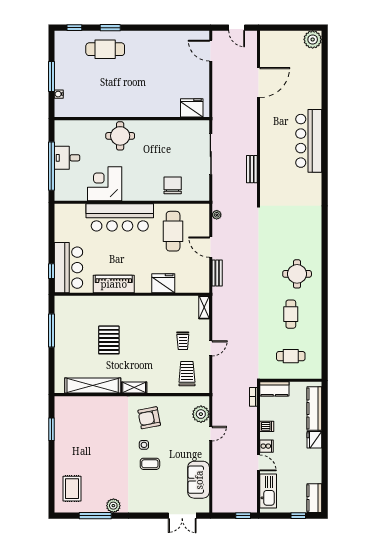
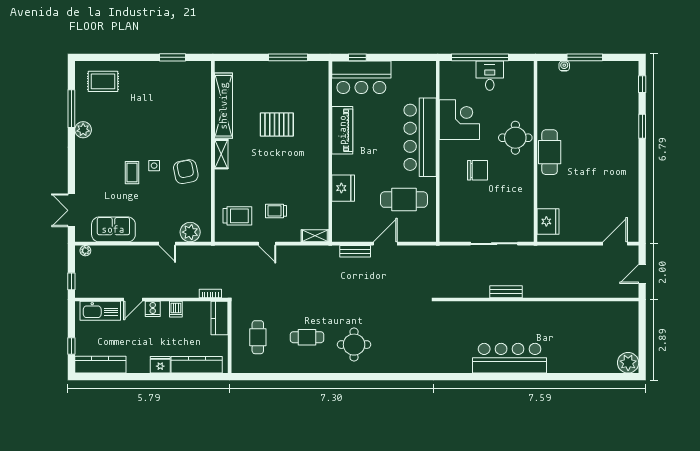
cafe table: (105, 49) -> (550, 152), moved
door: (259, 82) -> (578, 300), removed
bench: (252, 169) -> (506, 292), moved
chair: (173, 185) -> (477, 170), moved
plant: (217, 215) -> (85, 251), moved
kitchen counter: (314, 498) -> (100, 365), width x1.50

